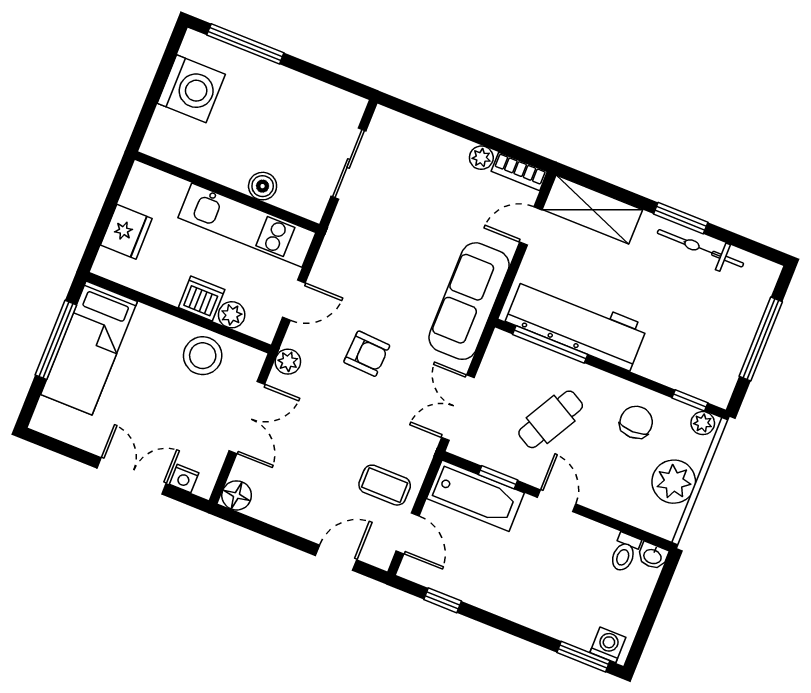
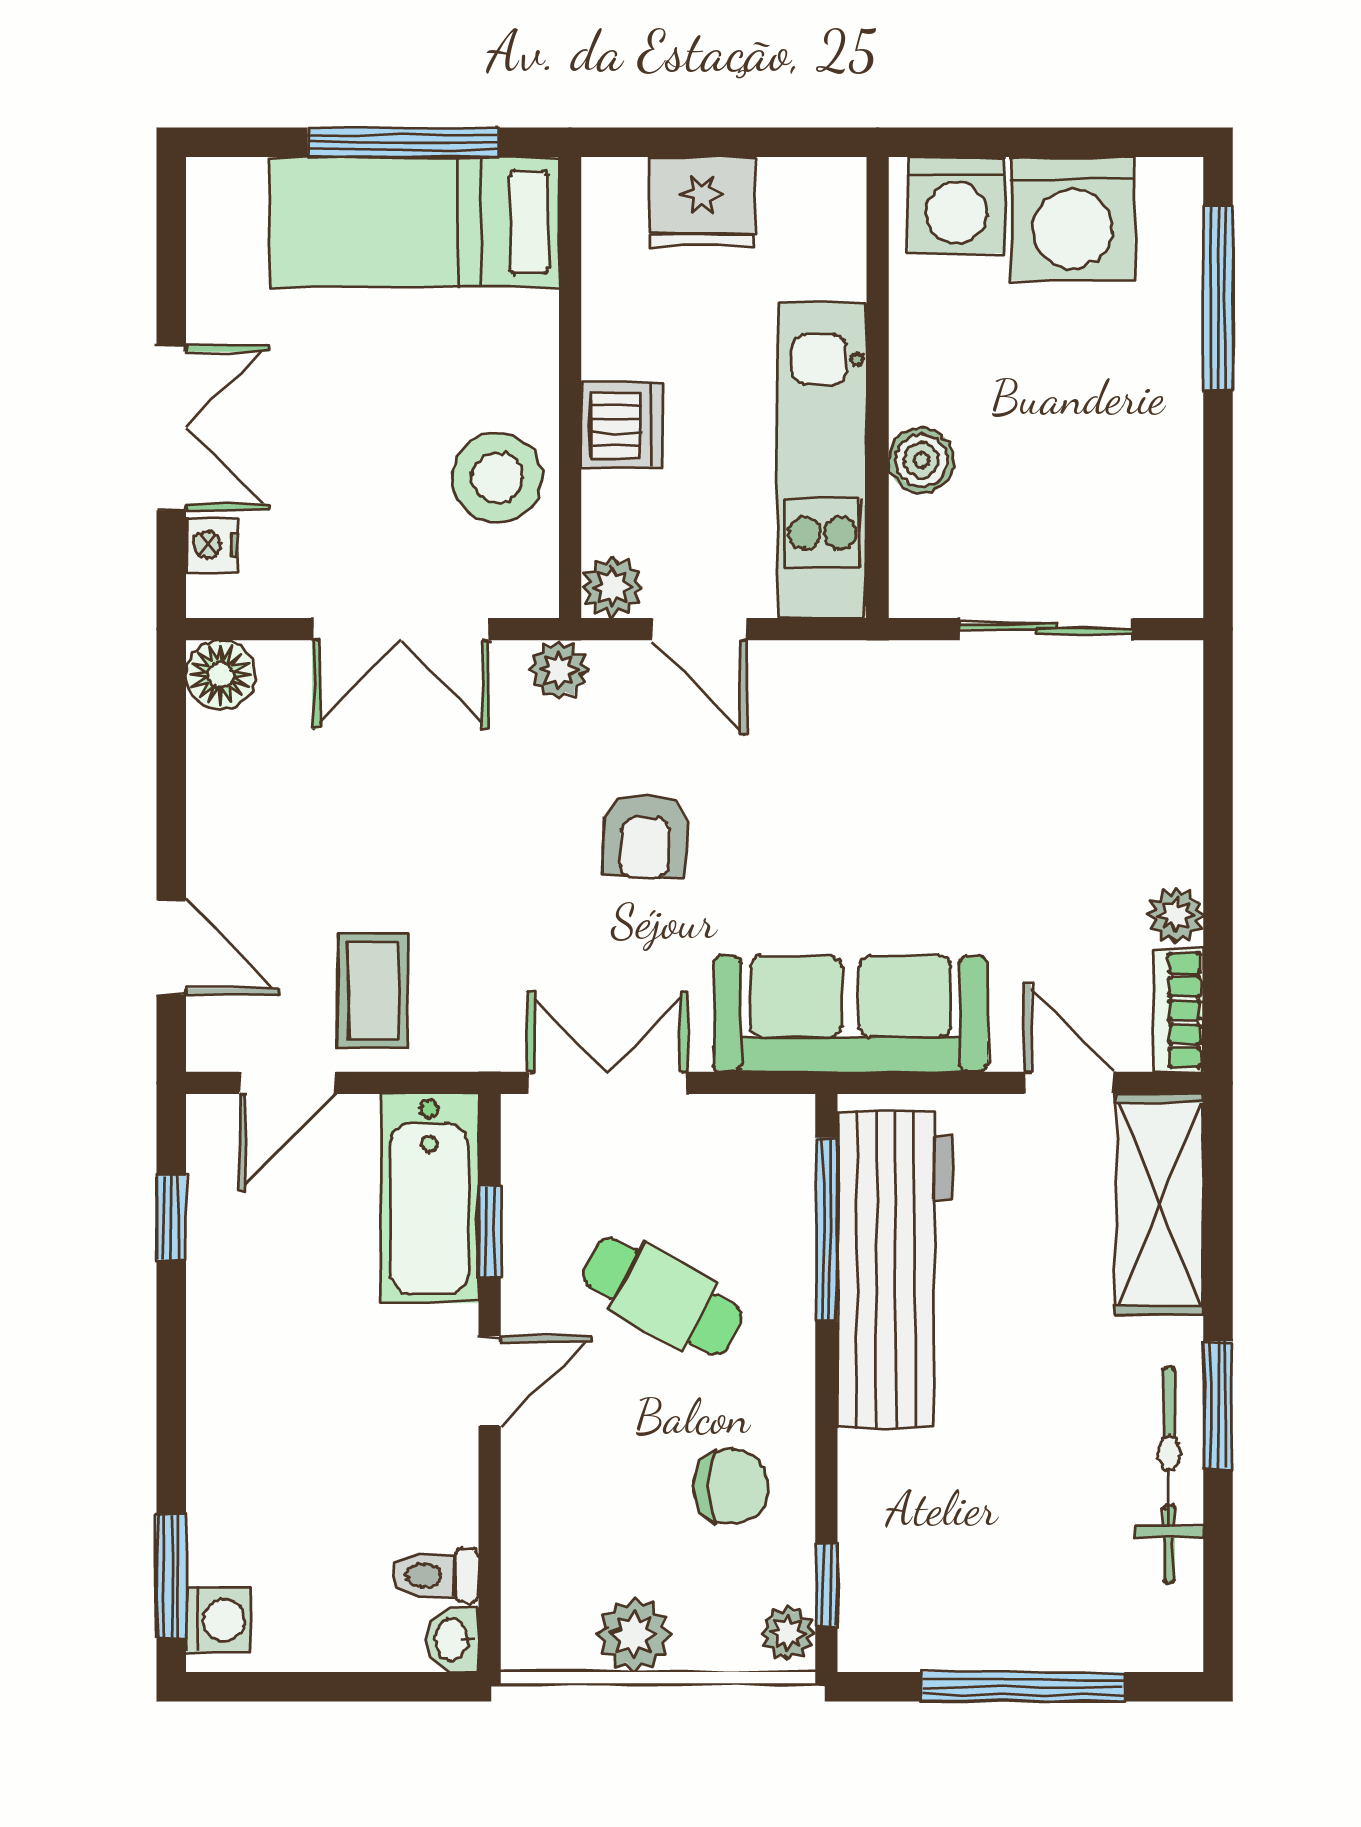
washing machine: (168, 132) -> (957, 205), added
plant: (232, 315) -> (612, 587), moved
plant: (674, 482) -> (634, 1635), width x0.73, depth x0.73

